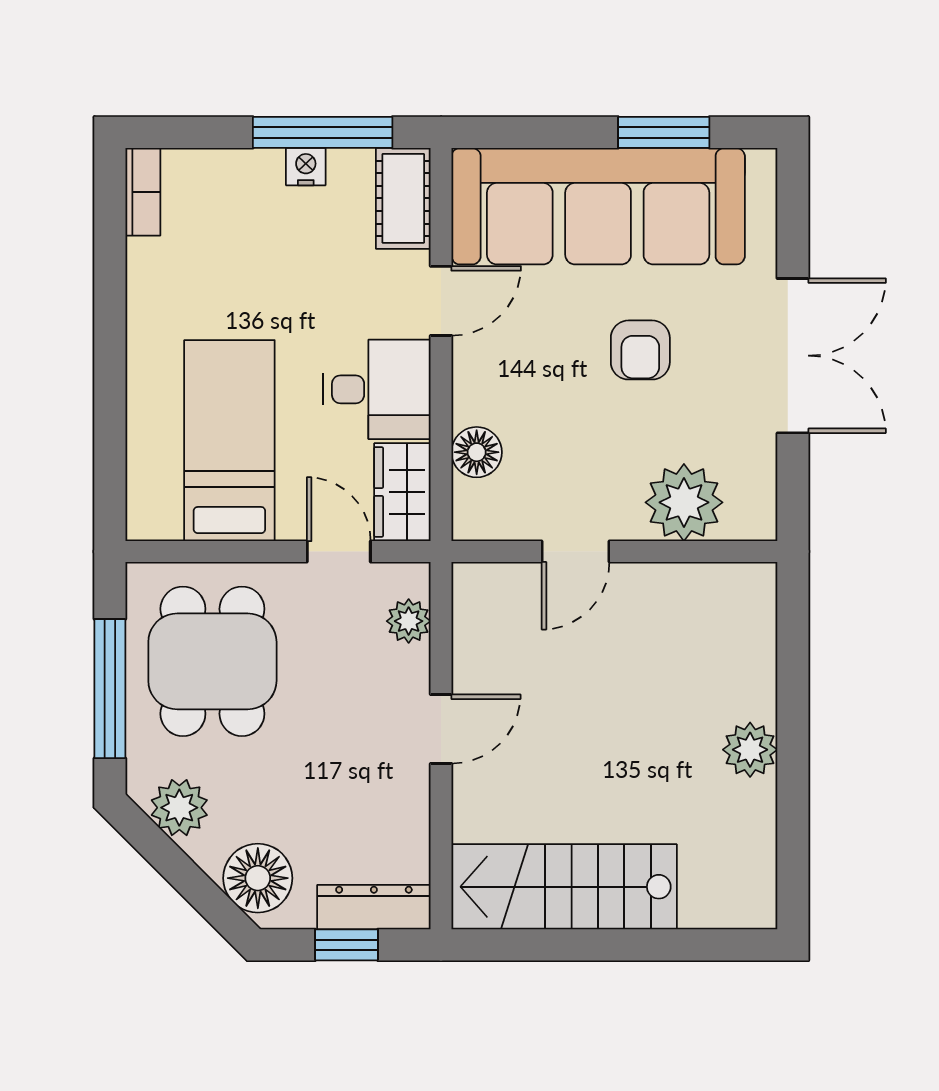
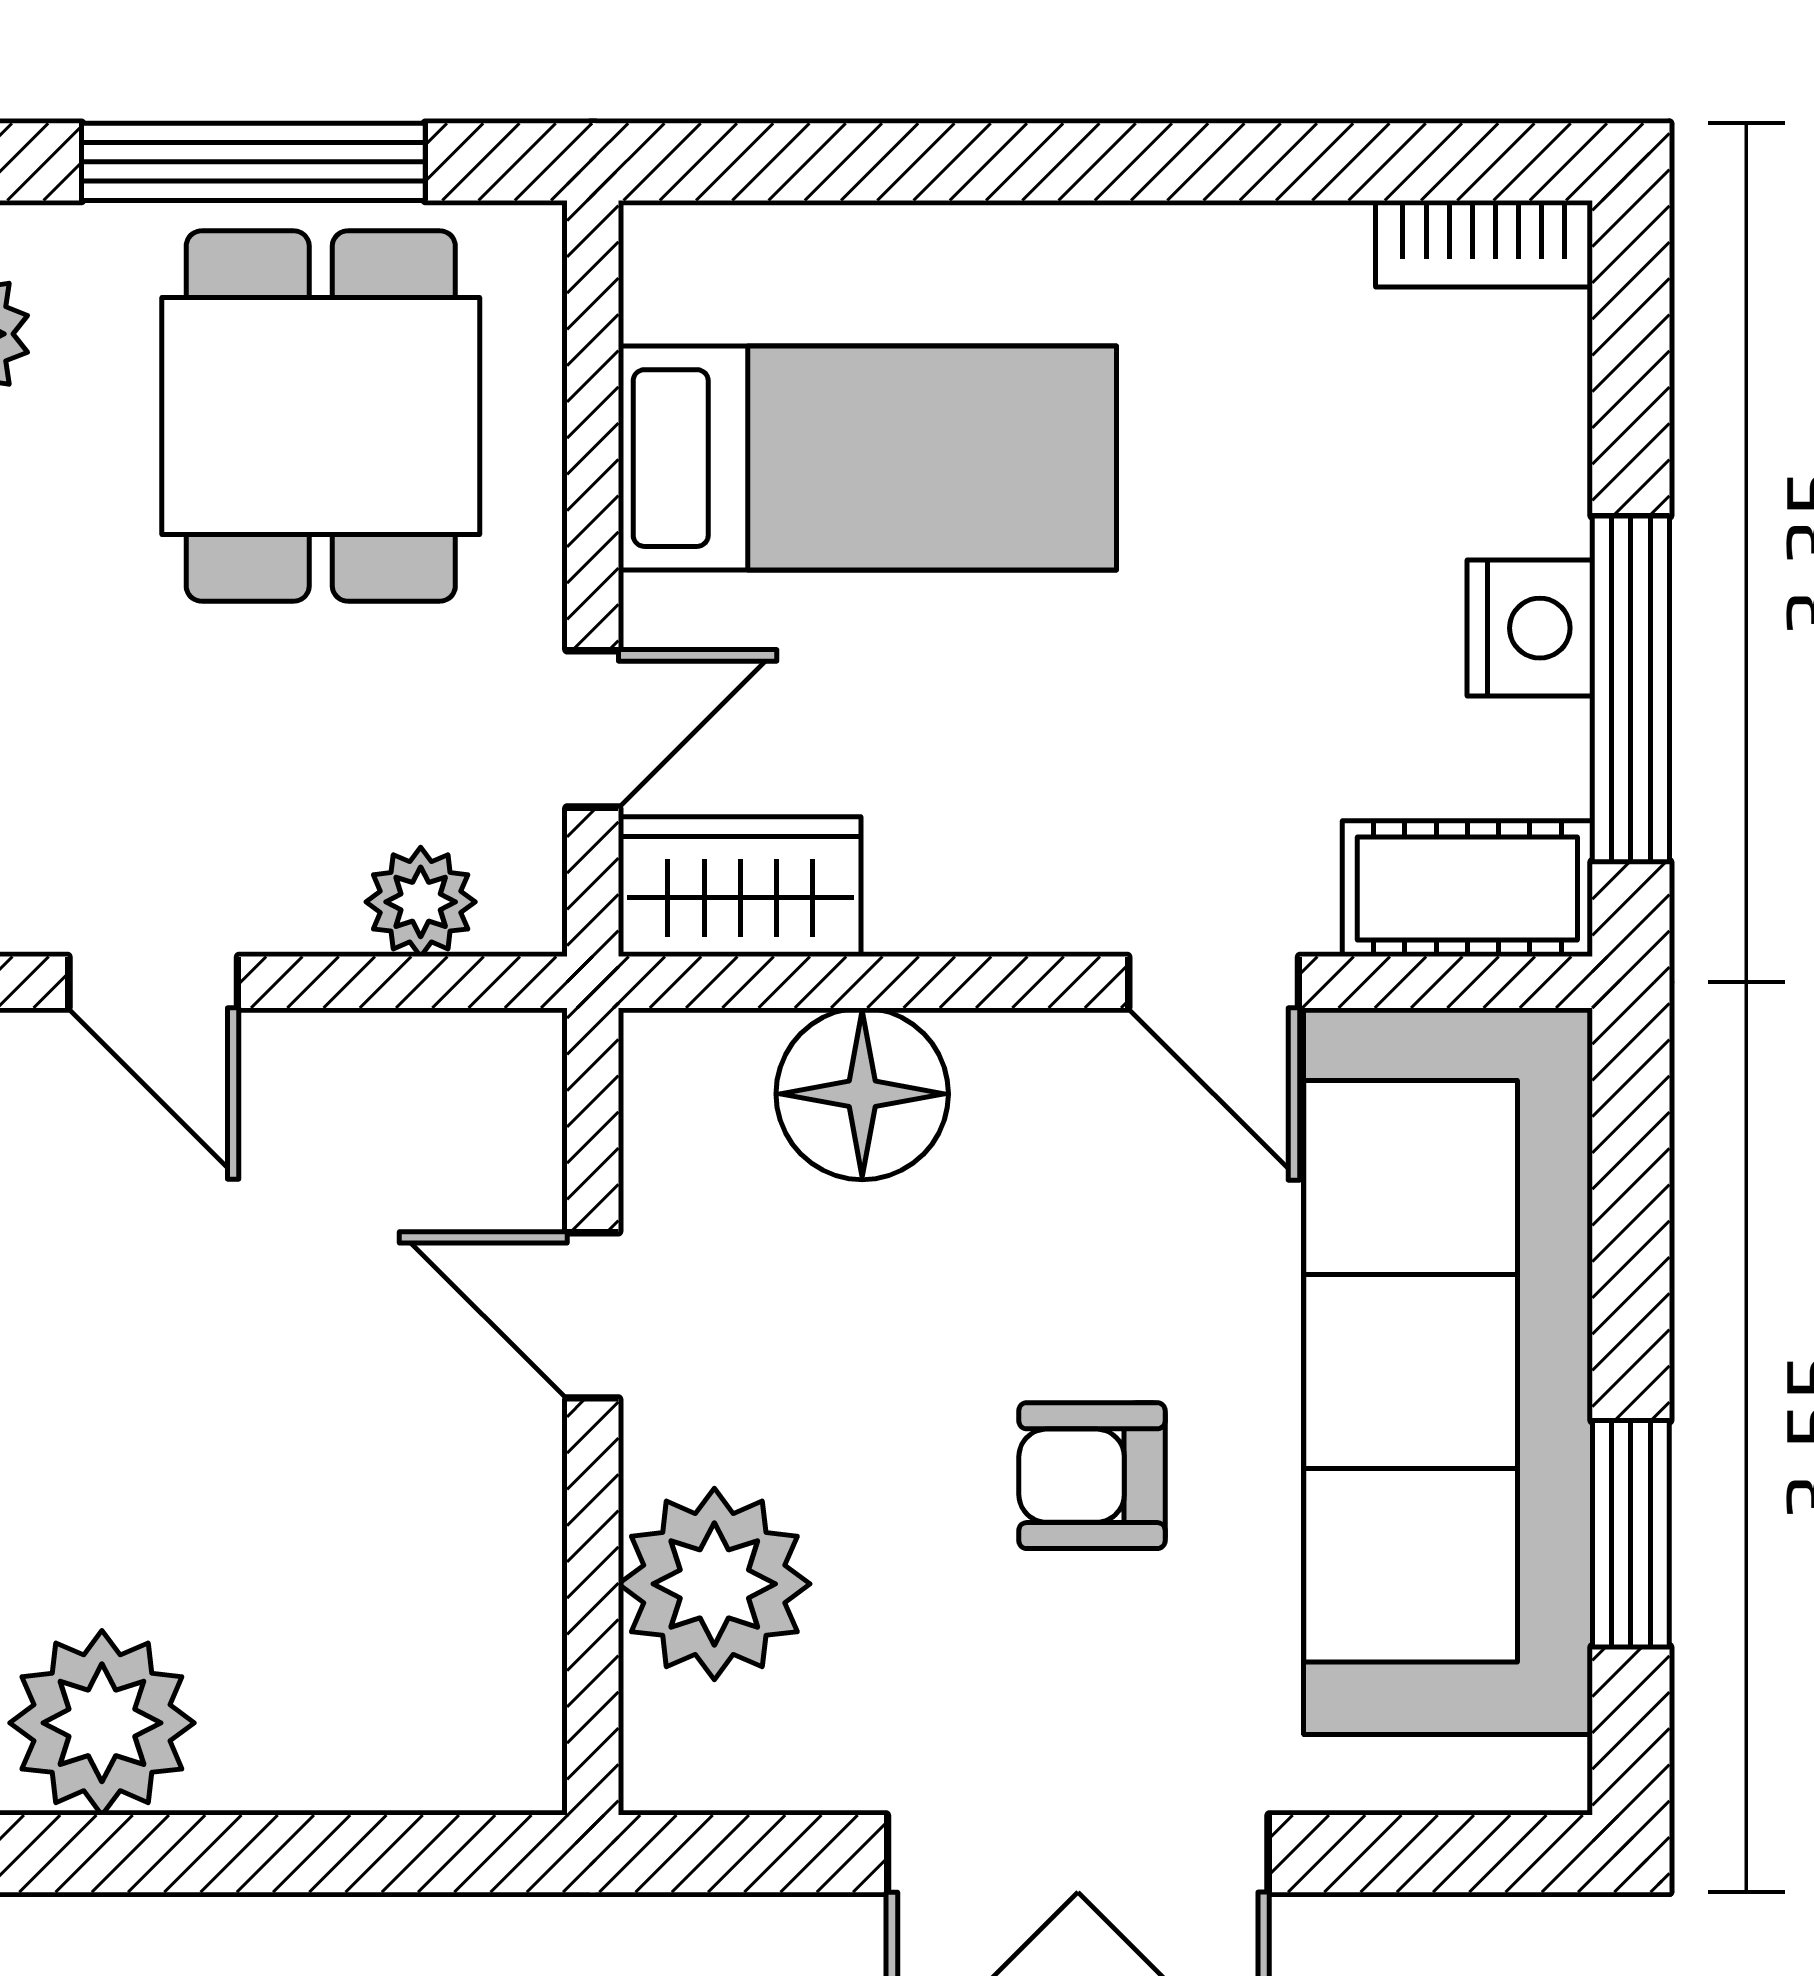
nightstand: (306, 167) -> (1530, 628), width x1.39, depth x1.35
desk: (377, 389) -> (995, 824), removed
floor lamp: (477, 452) -> (862, 1094), width x1.38, depth x1.38
dining table: (212, 661) -> (321, 416), turned 90
plant: (750, 750) -> (102, 1723), width x1.36, depth x1.36

